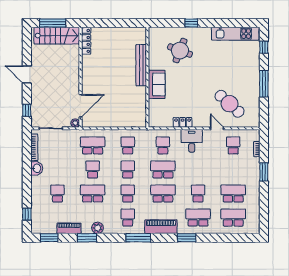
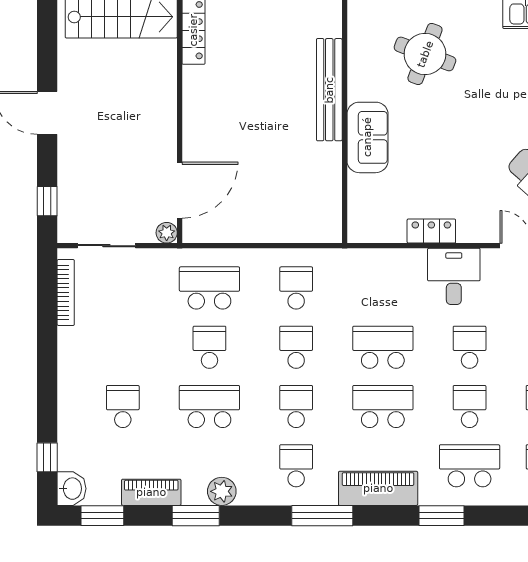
school desk: (163, 145) -> (470, 347), moved
washbasin: (37, 168) -> (72, 489), moved

